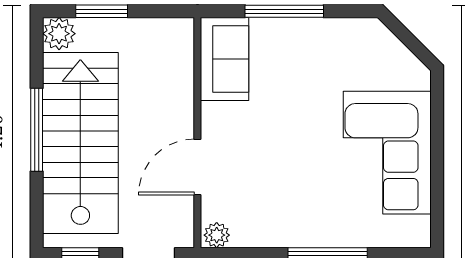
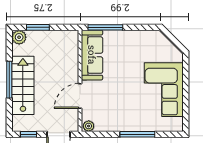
window: (284, 11) -> (105, 27), moved
sofa: (225, 59) -> (92, 55), width x1.36
stairs: (80, 143) -> (23, 85), width x0.73, depth x0.66

